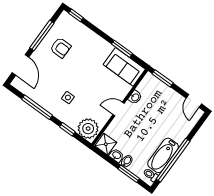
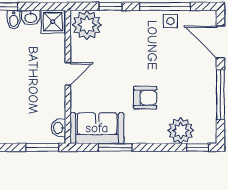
plant: (79, 32) -> (181, 131), added
armchair: (60, 48) -> (145, 98), moved, turned 180
washbasin: (135, 97) -> (59, 128), moved
side table: (68, 98) -> (170, 21), moved

